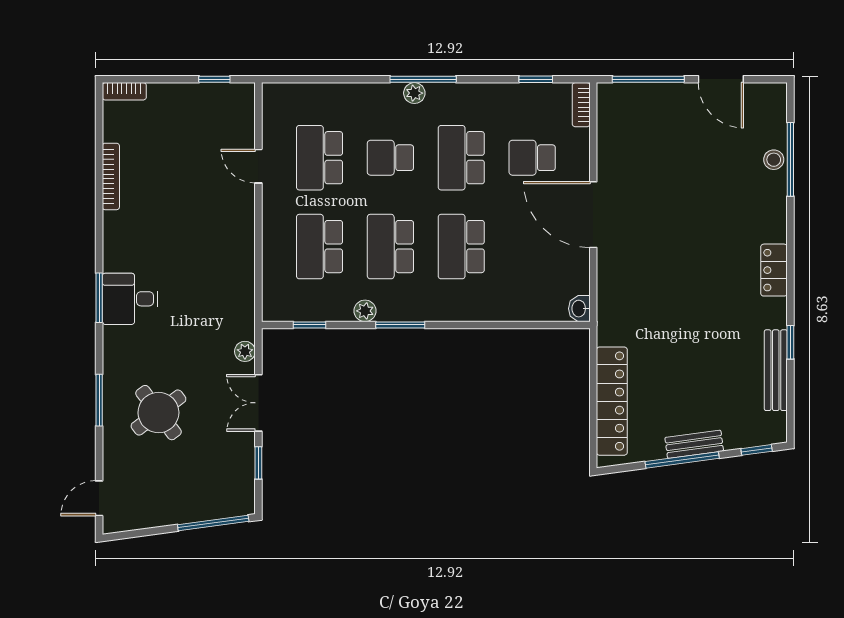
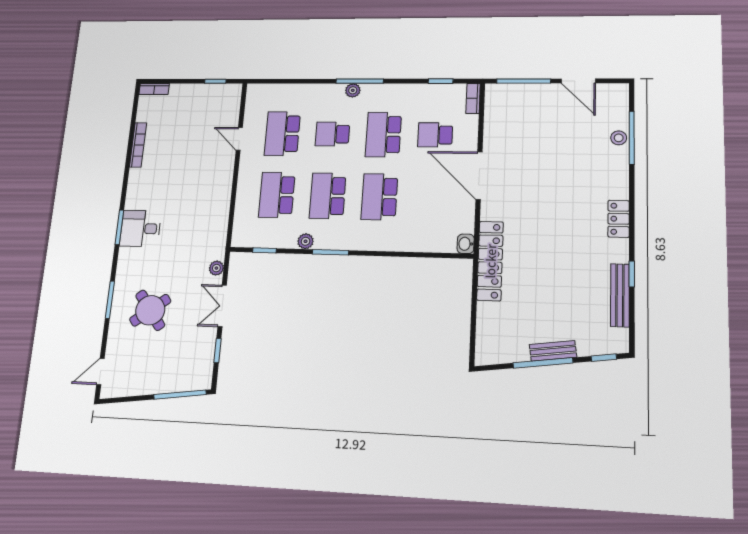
locker: (612, 401) -> (490, 261), moved

